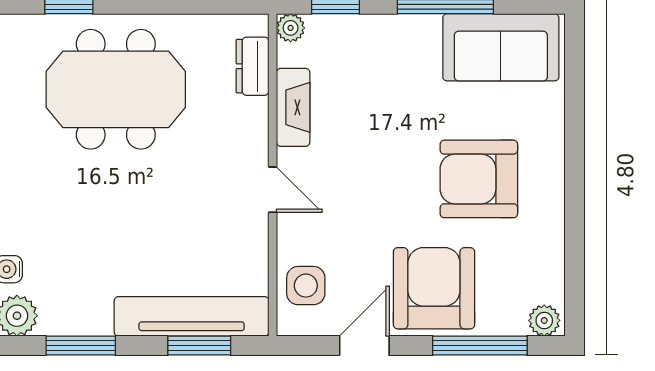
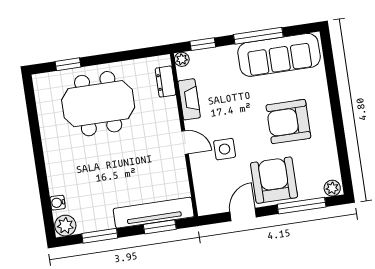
sofa: (501, 47) -> (279, 55), width x1.36
side table: (306, 286) -> (225, 149), moved

